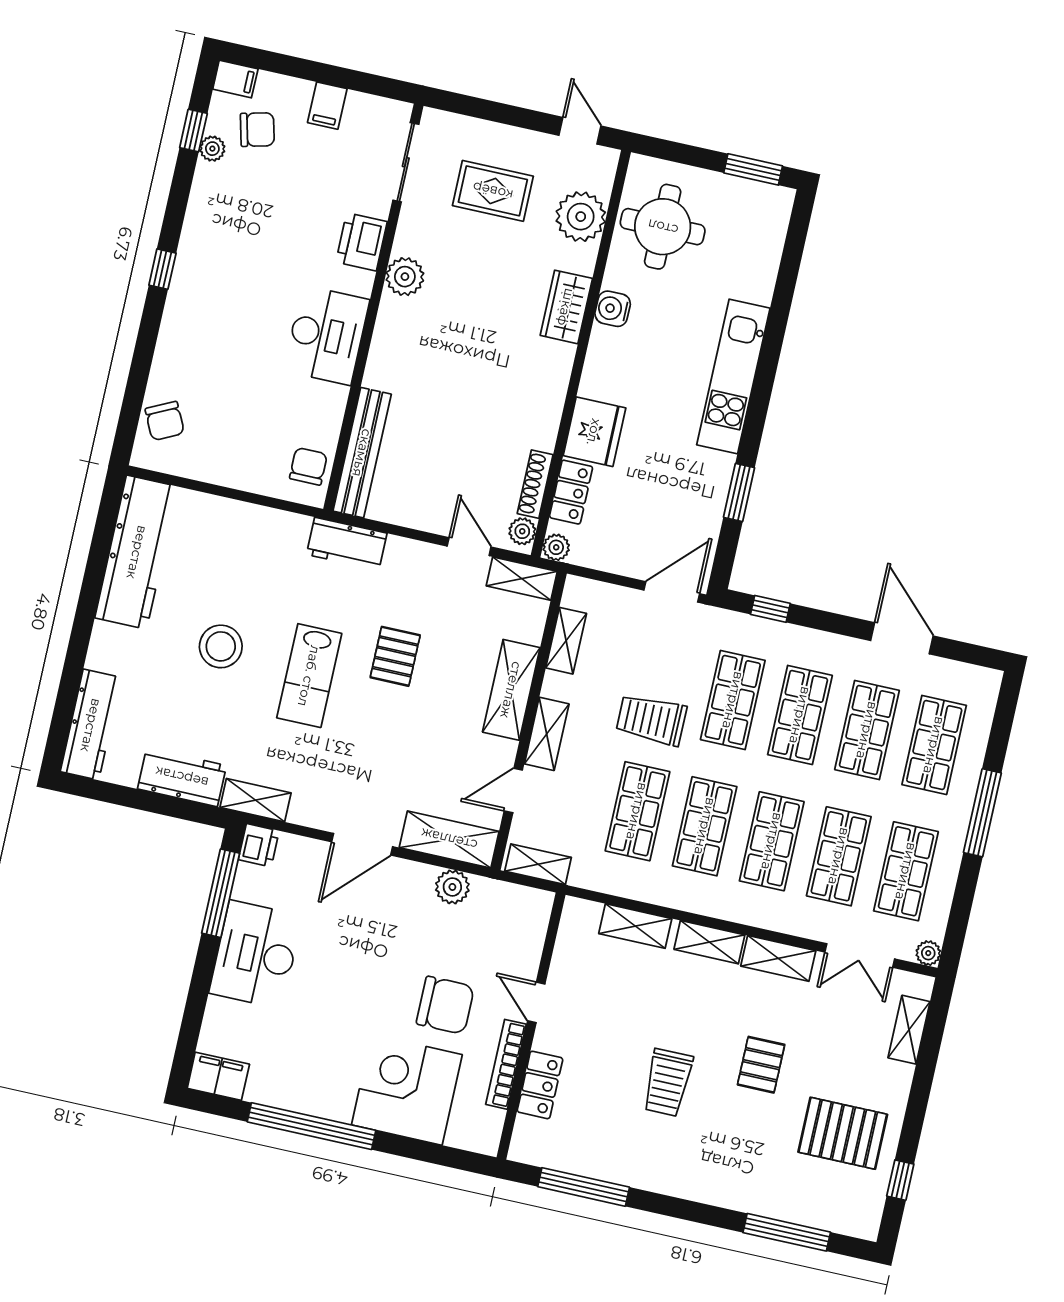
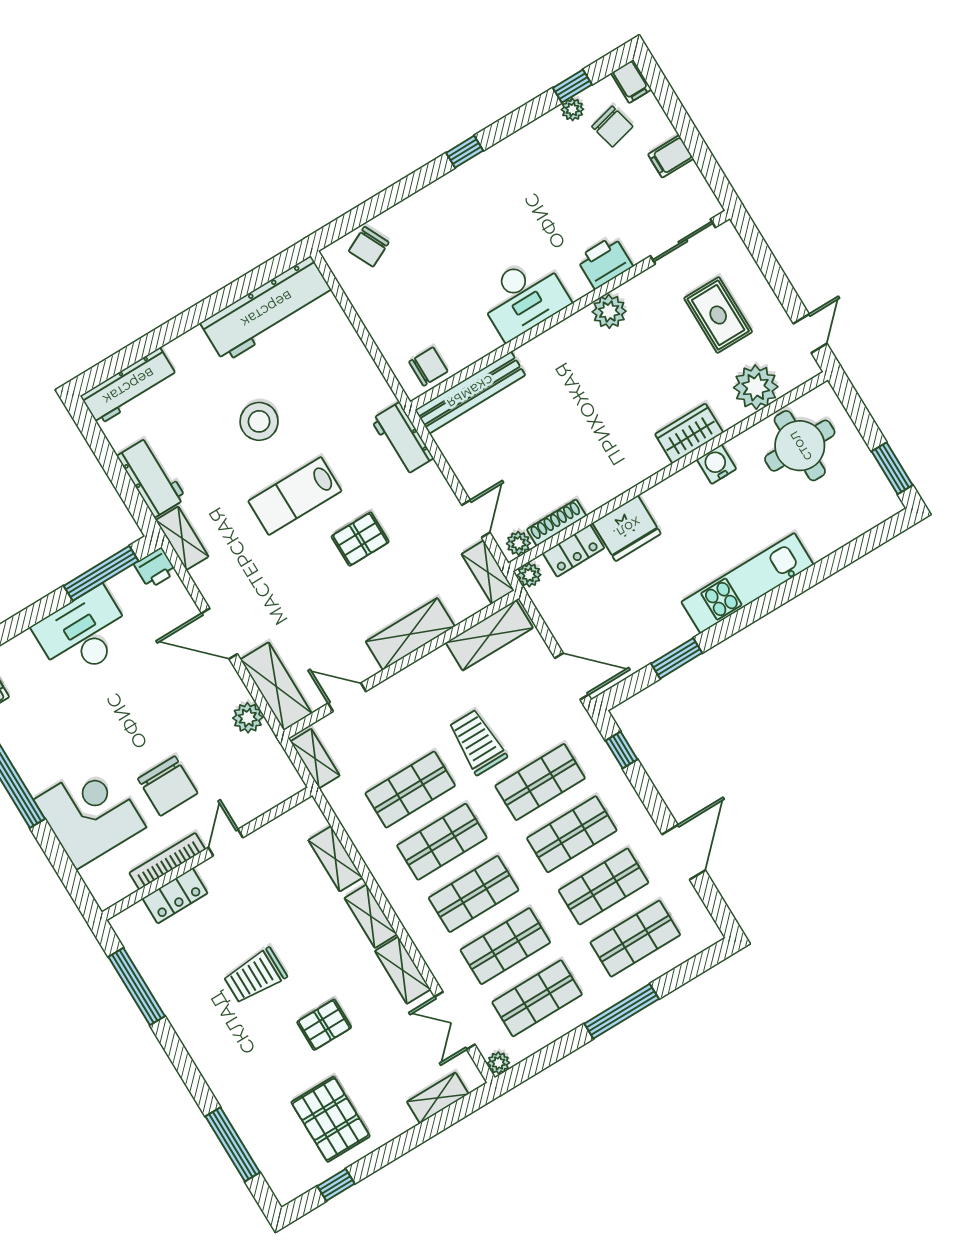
shelving: (566, 641) -> (489, 635), width x1.50, depth x1.33
shelving: (547, 734) -> (404, 684), removed

